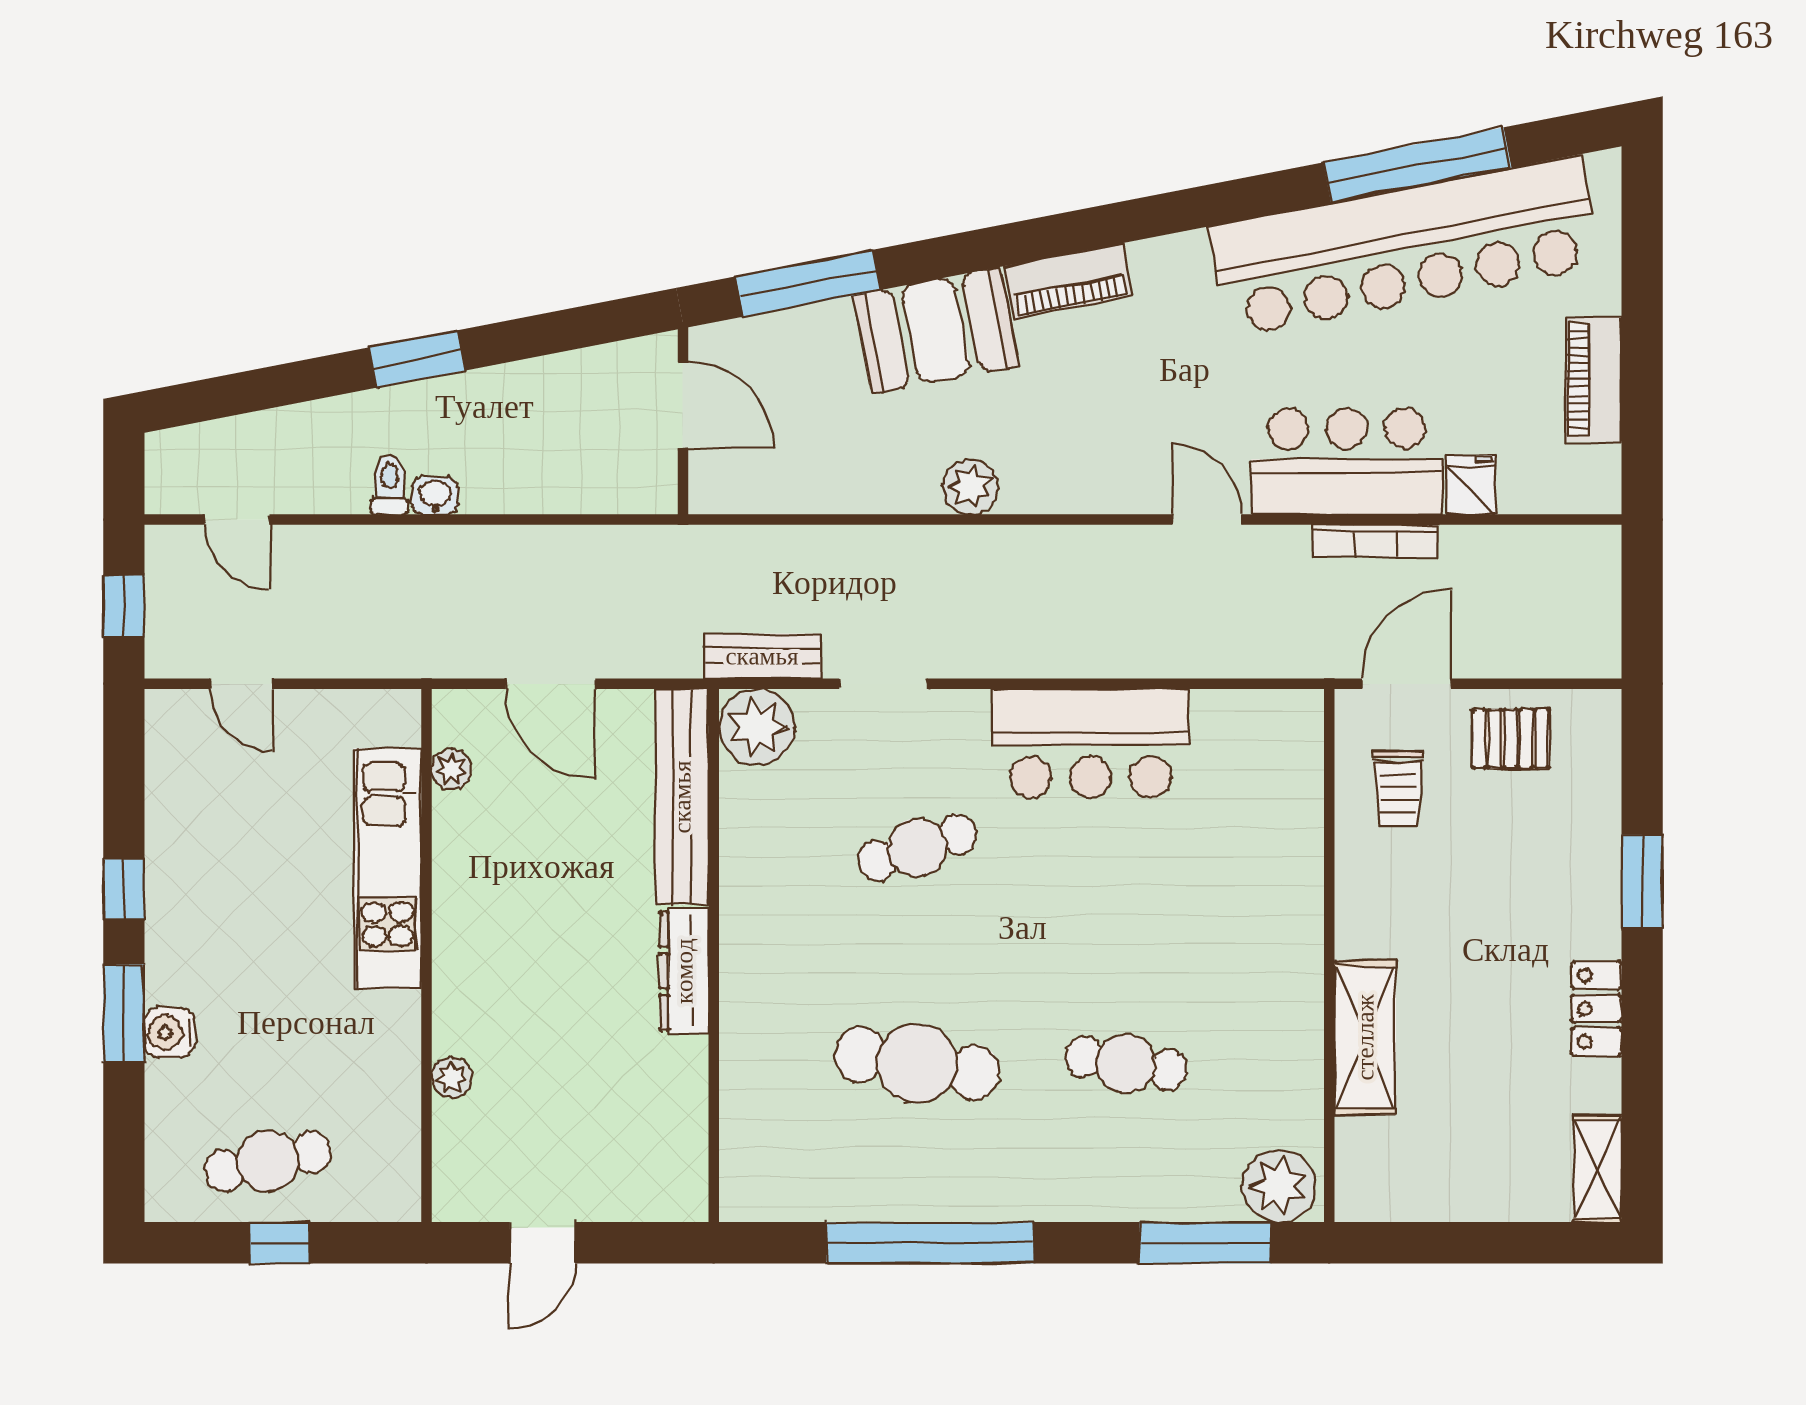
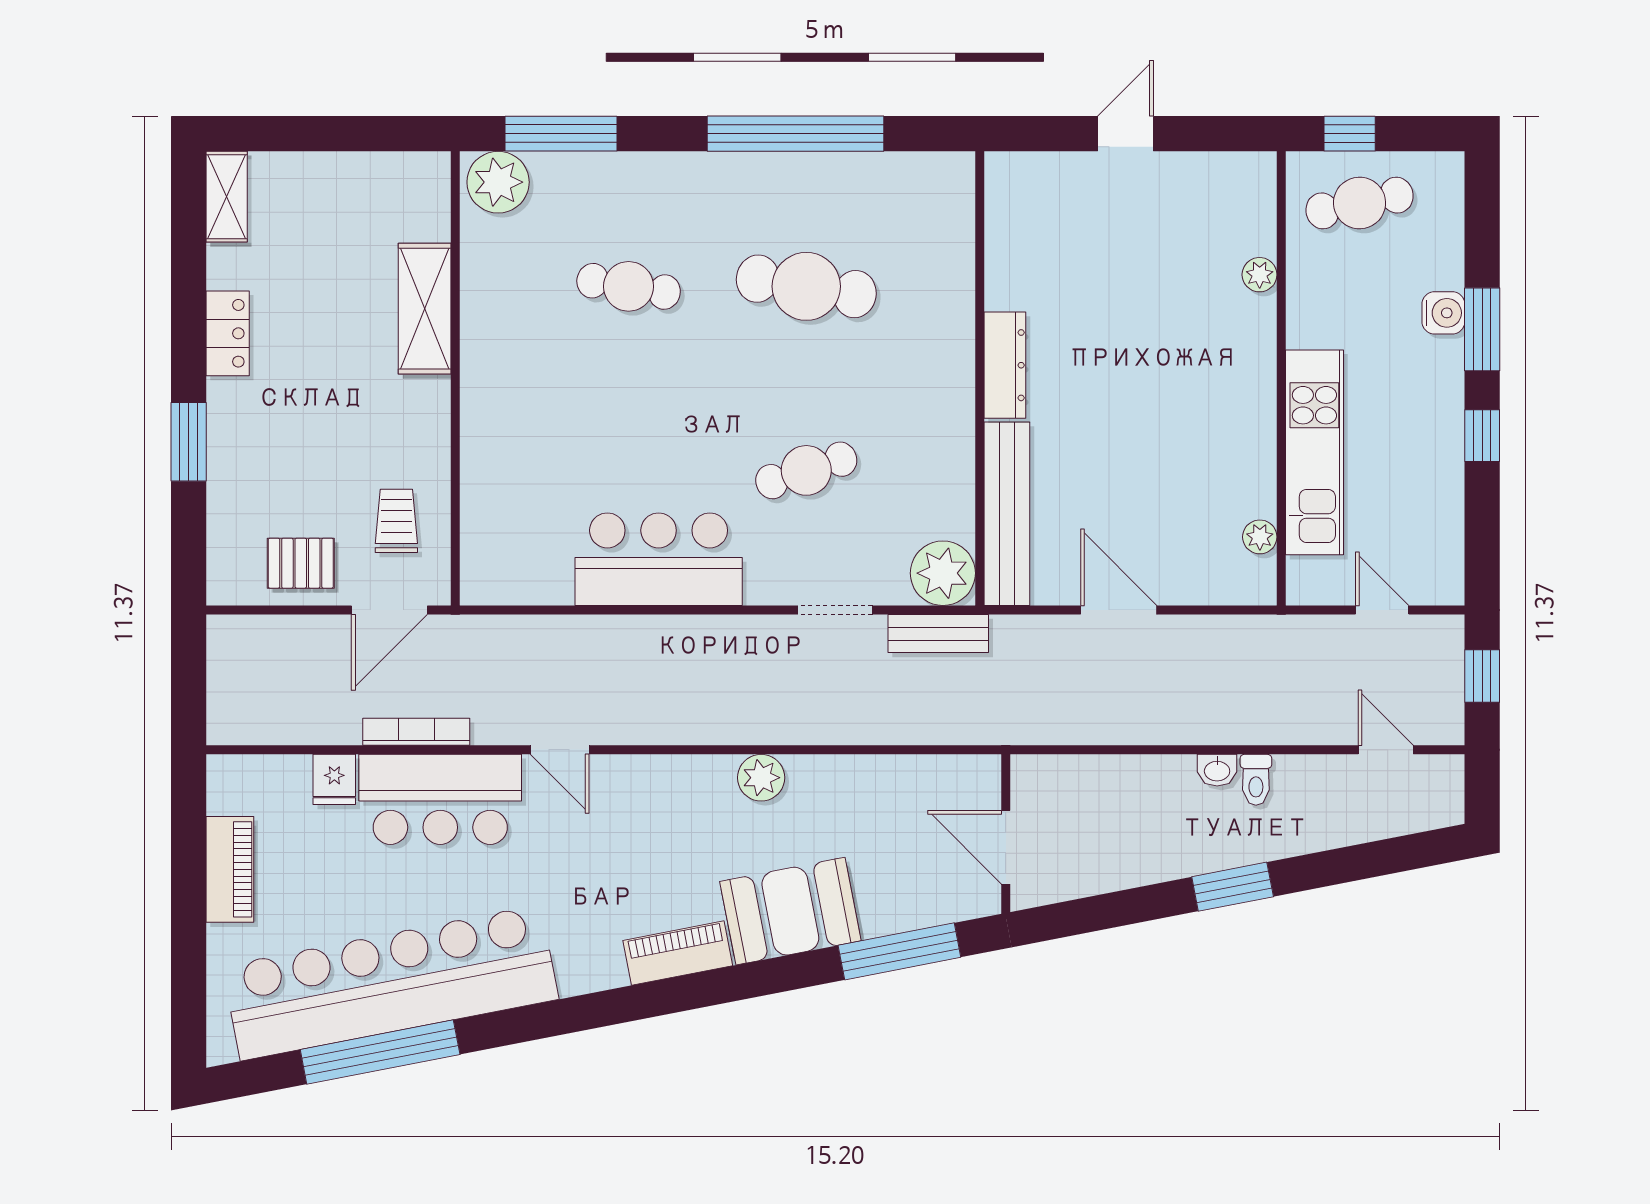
plant: (452, 769) -> (1260, 537), moved
kitchen unit: (387, 869) -> (1314, 452), moved
wall: (426, 956) -> (1281, 378), moved
plant: (452, 1077) -> (1260, 275), moved

